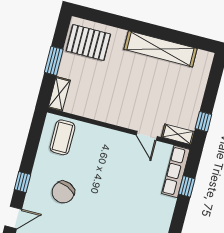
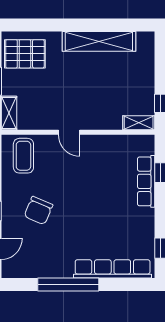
door: (147, 136) -> (69, 132), moved
row of seats: (176, 171) -> (146, 181), moved

